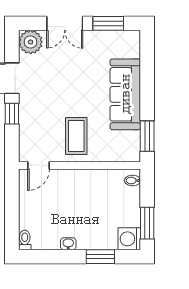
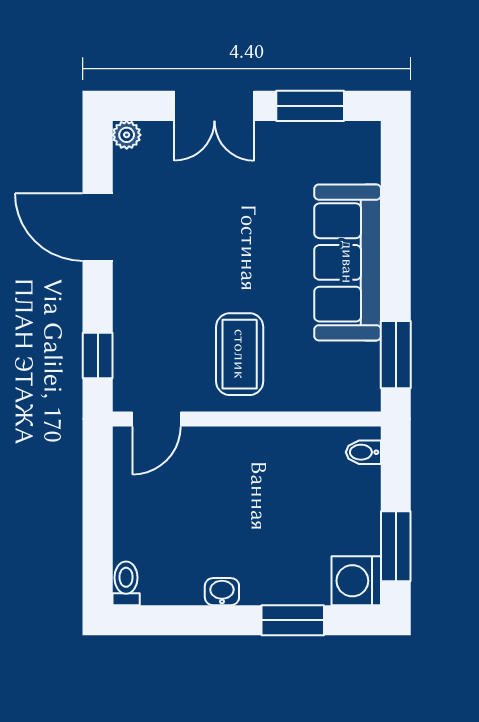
plant: (31, 42) -> (127, 135), width x0.53, depth x0.53
window: (12, 114) -> (98, 356), moved

